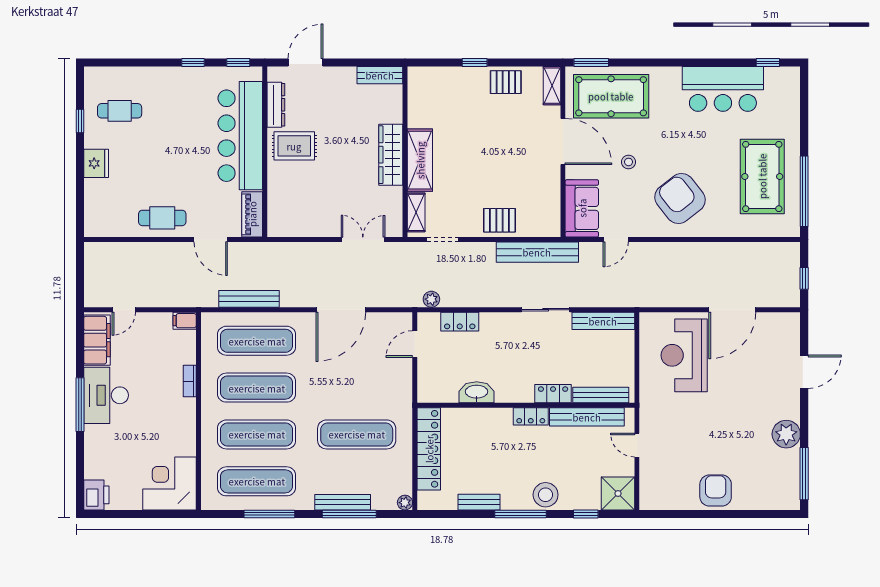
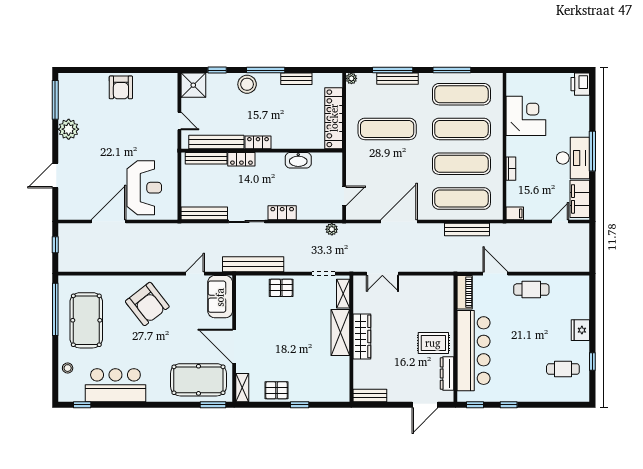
stool: (629, 162) -> (68, 368), moved
locker: (460, 322) -> (282, 213), moved
corner desk: (169, 483) -> (526, 116), moved, turned -90

